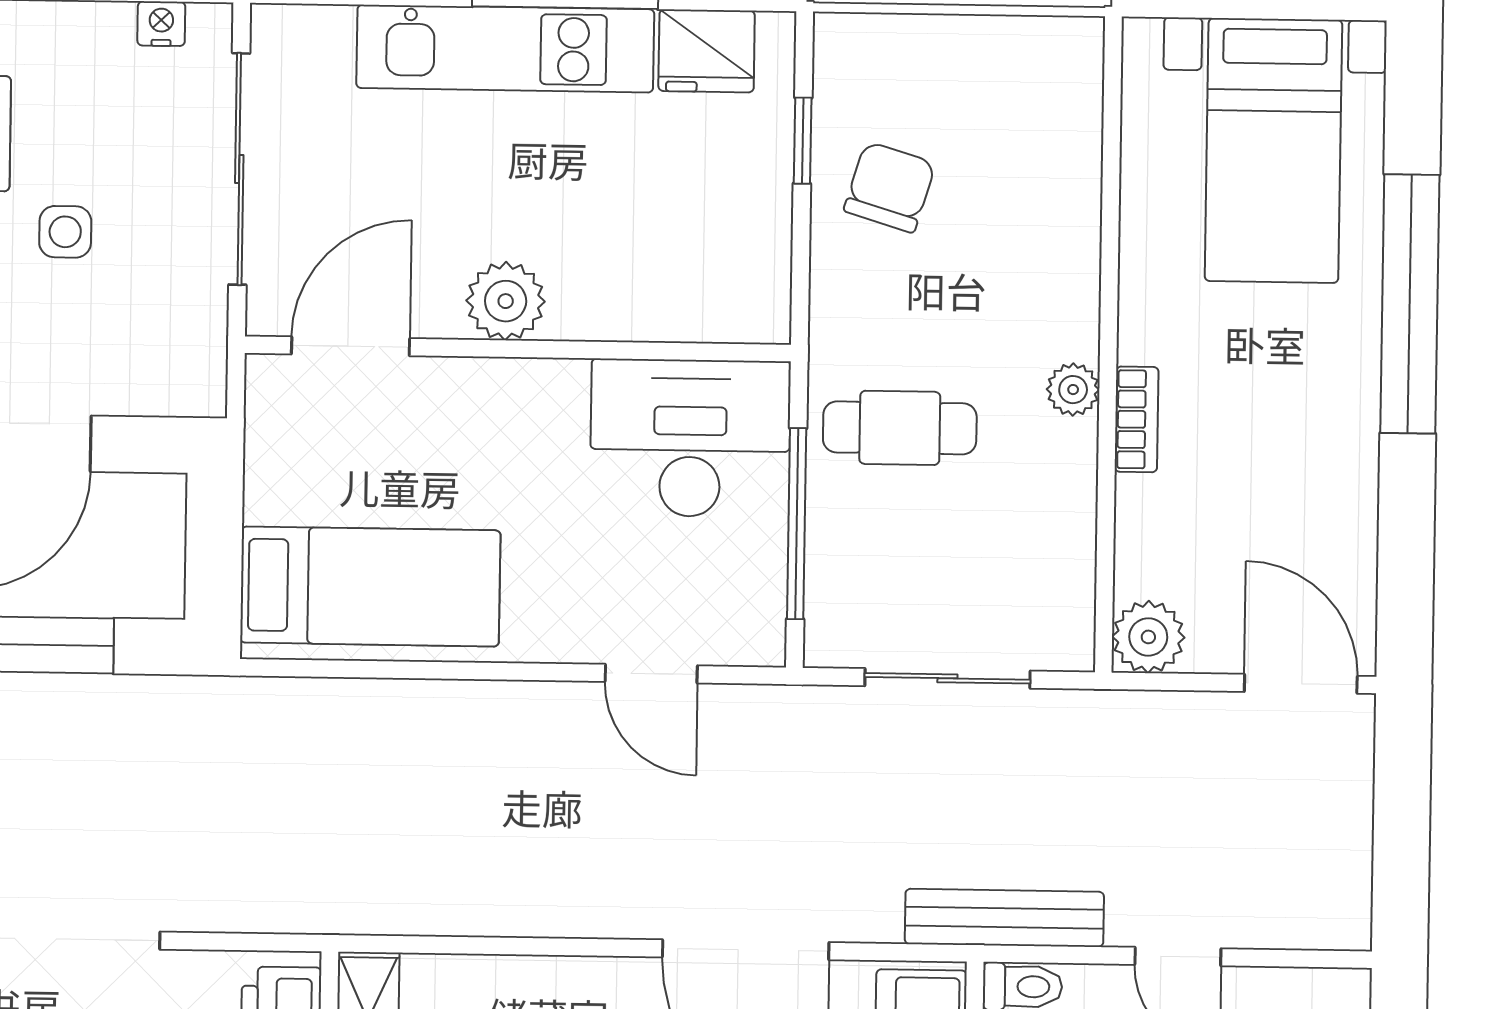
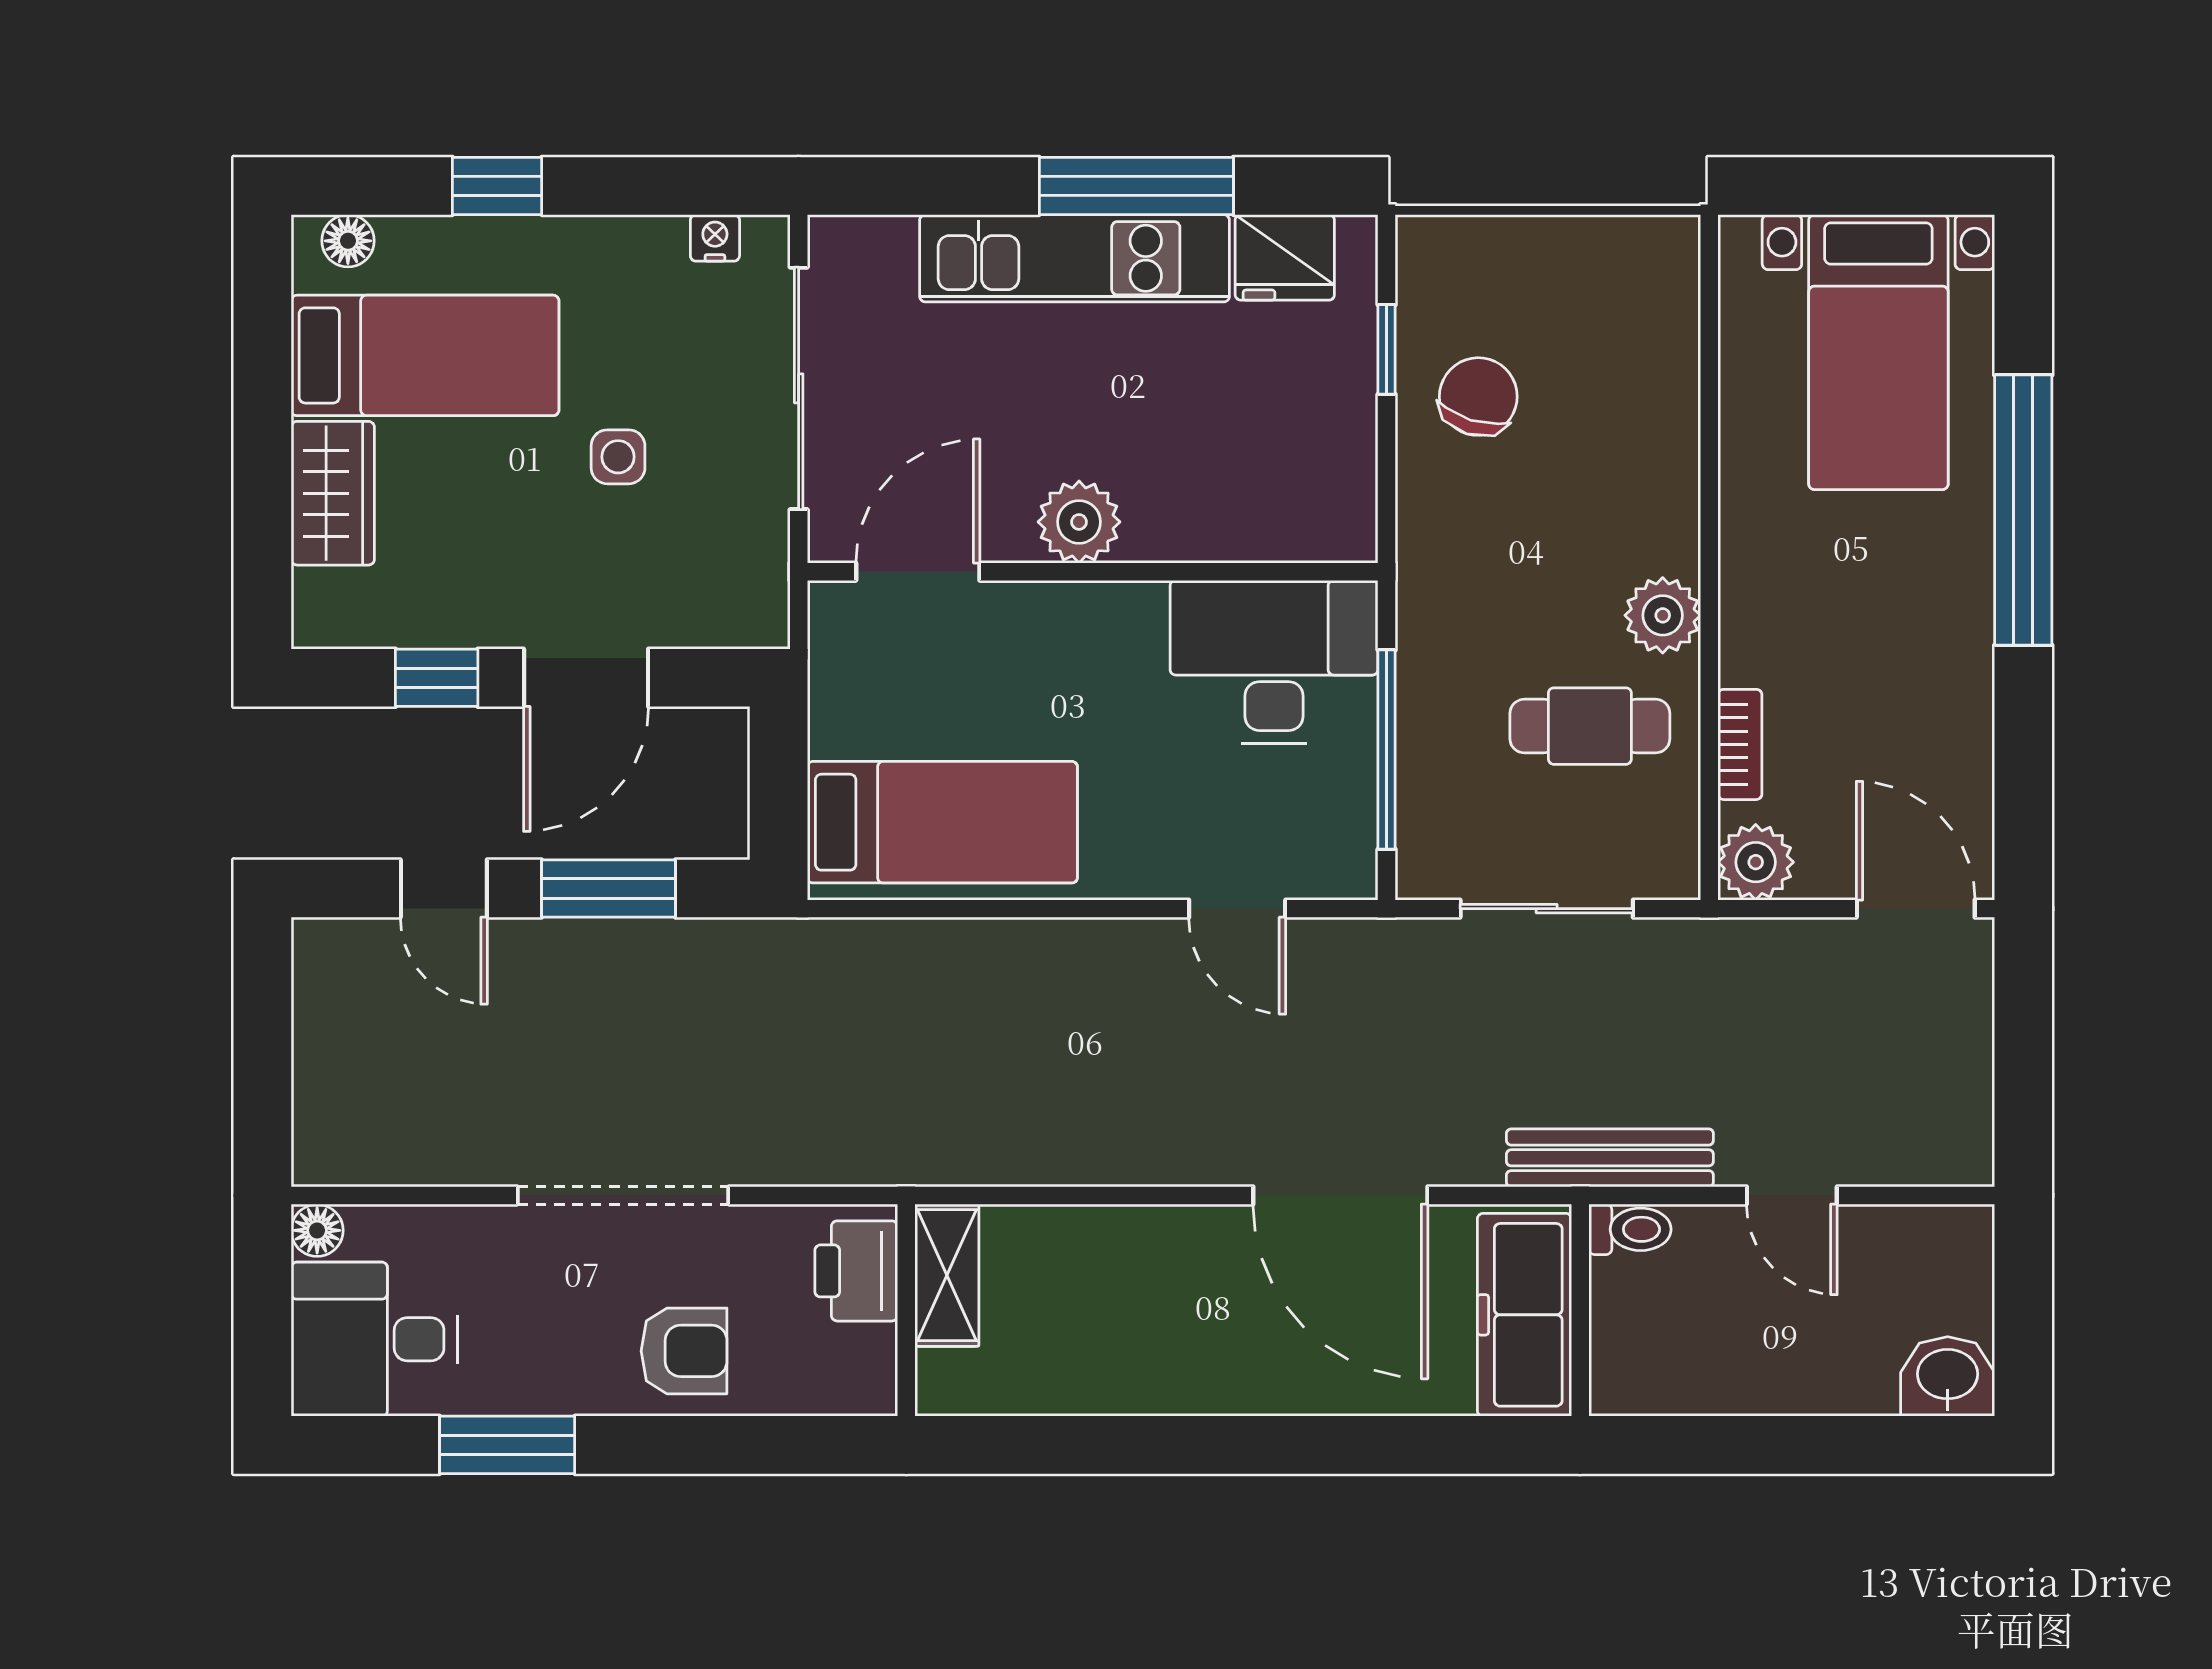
plant: (1073, 390) -> (1663, 615), width x1.38, depth x1.38
bookcase: (1137, 419) -> (1740, 744), moved
cafe table: (900, 428) -> (1590, 726), moved

